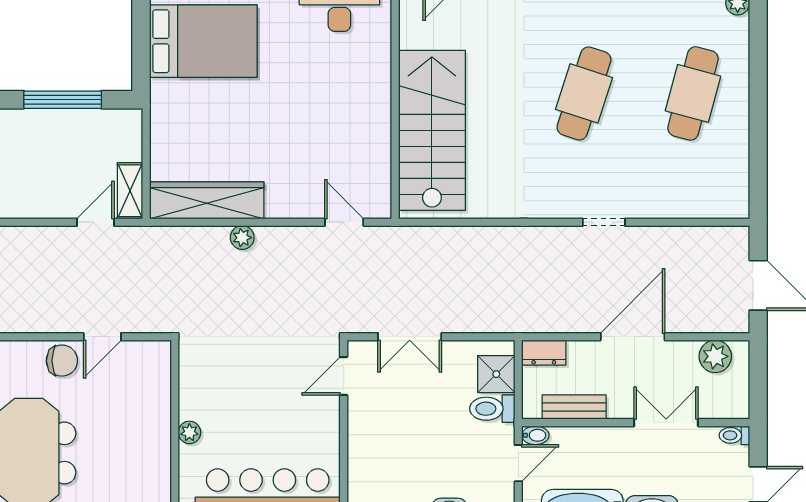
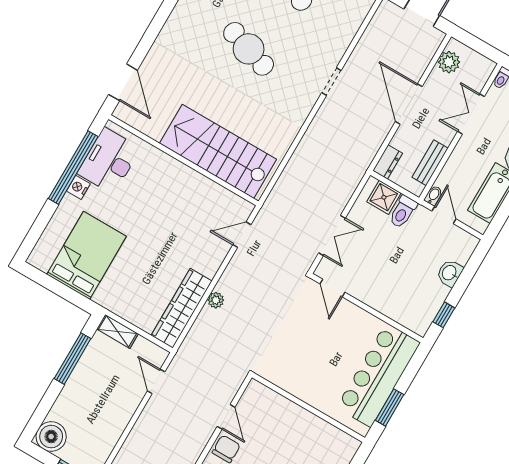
shelving: (130, 191) -> (117, 331), moved
plant: (189, 432) -> (313, 398), removed

